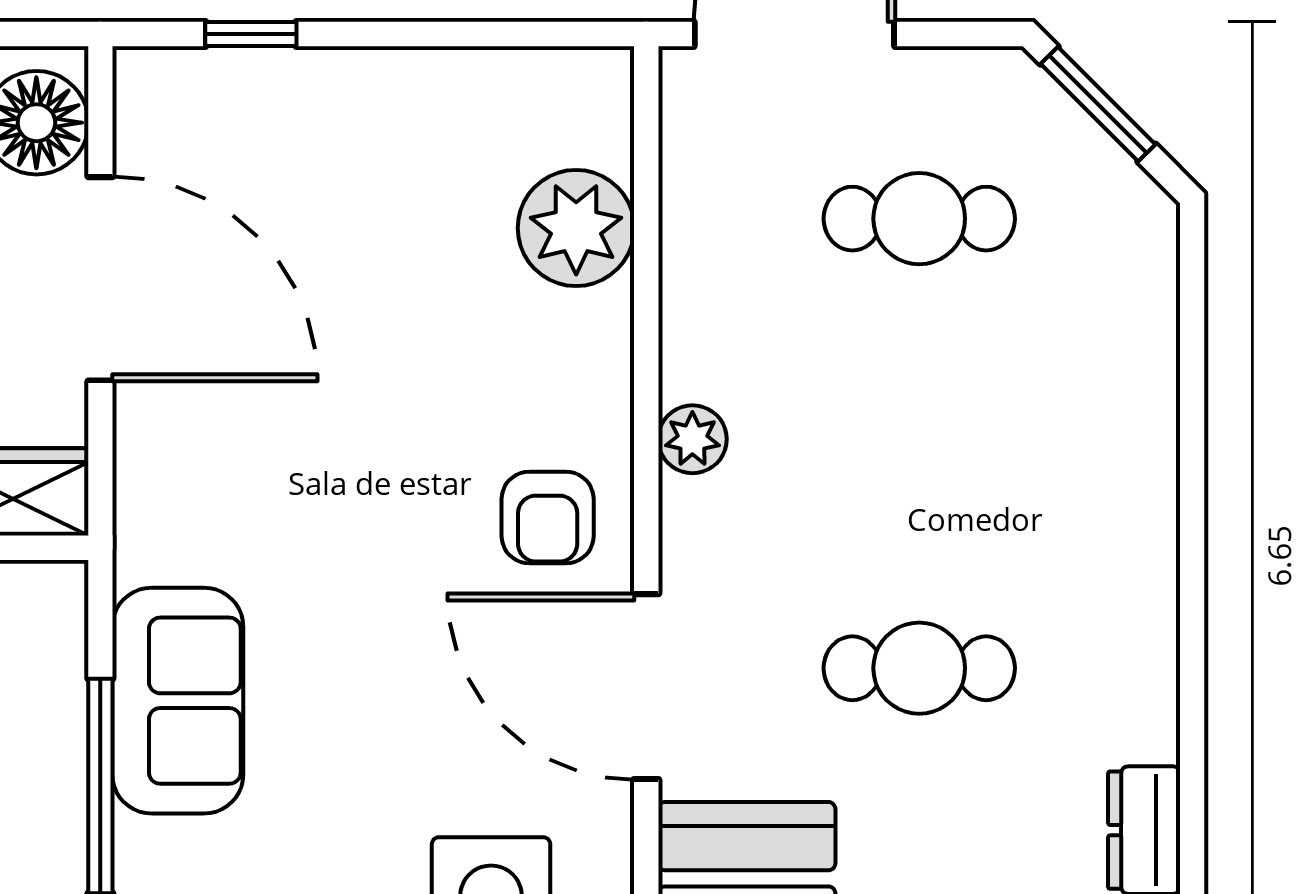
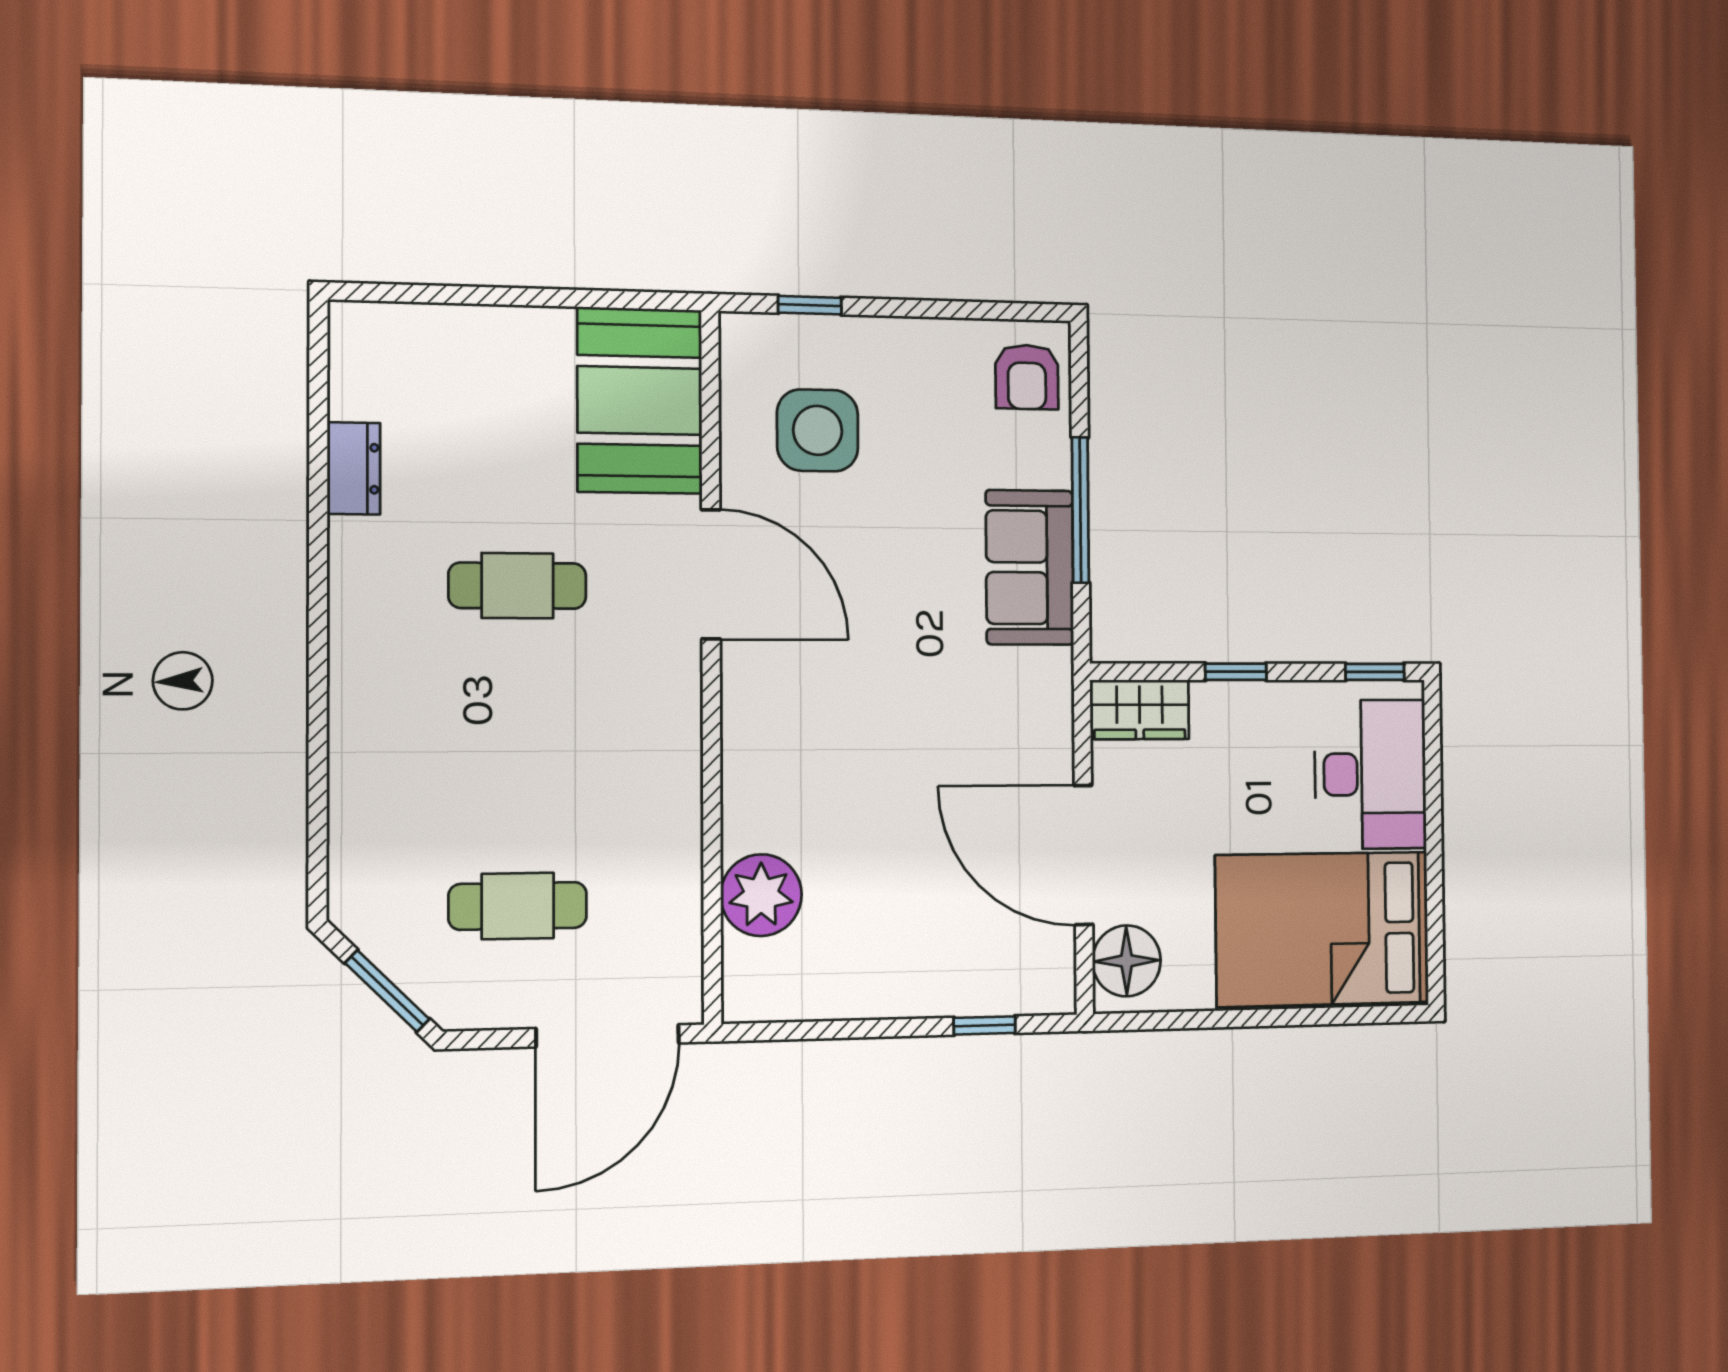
plant: (692, 439) -> (679, 748), removed
armchair: (548, 518) -> (780, 692), removed

